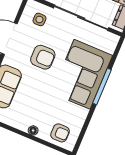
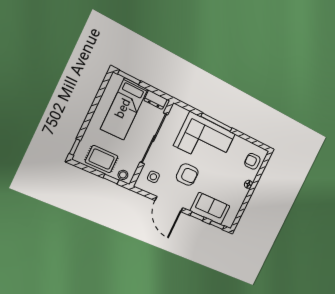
armchair: (43, 57) -> (187, 175), turned 90
armchair: (60, 133) -> (252, 161), turned -92

